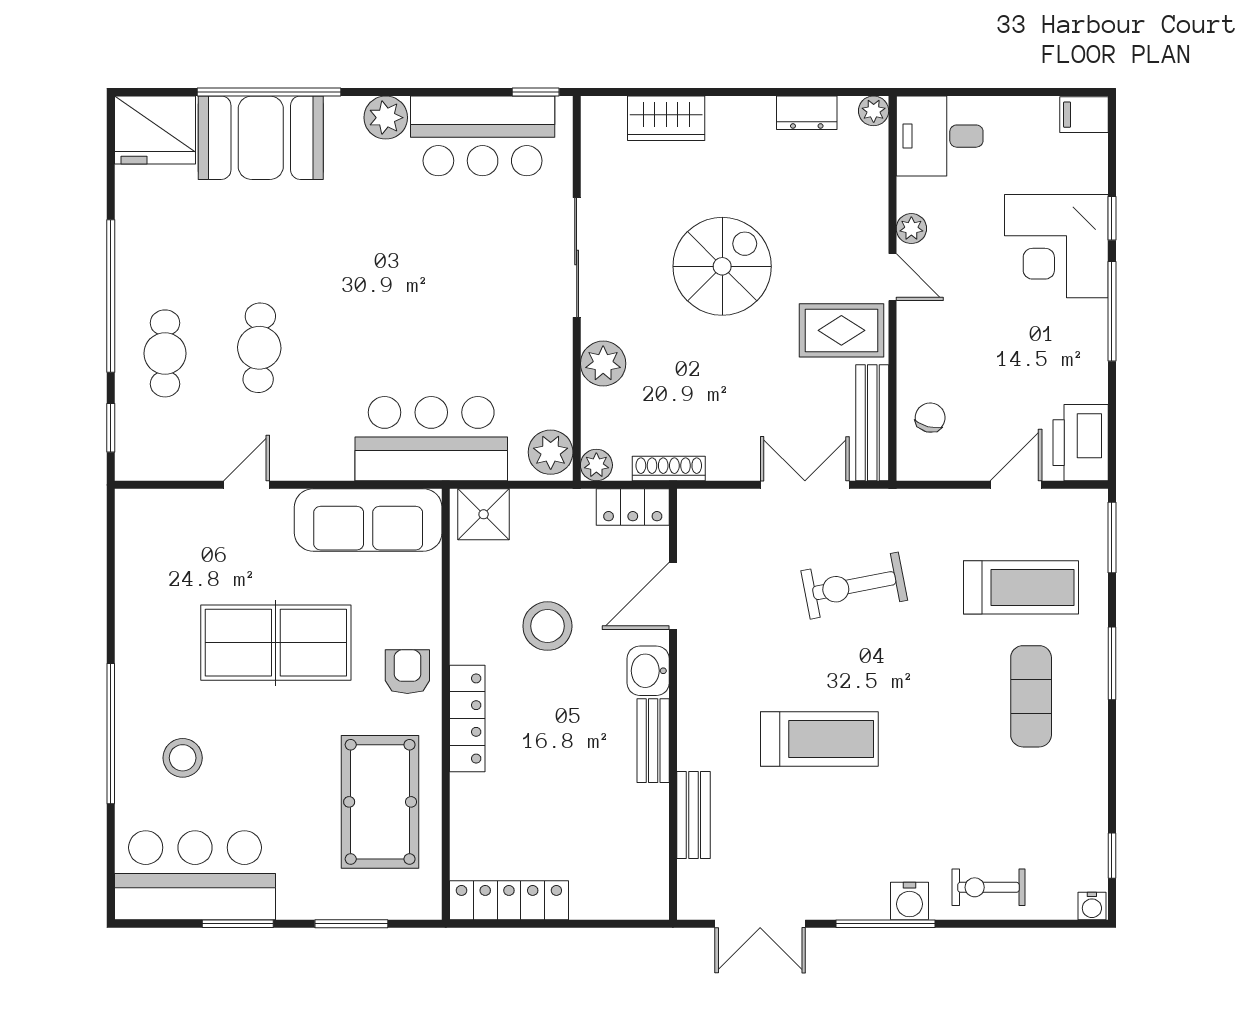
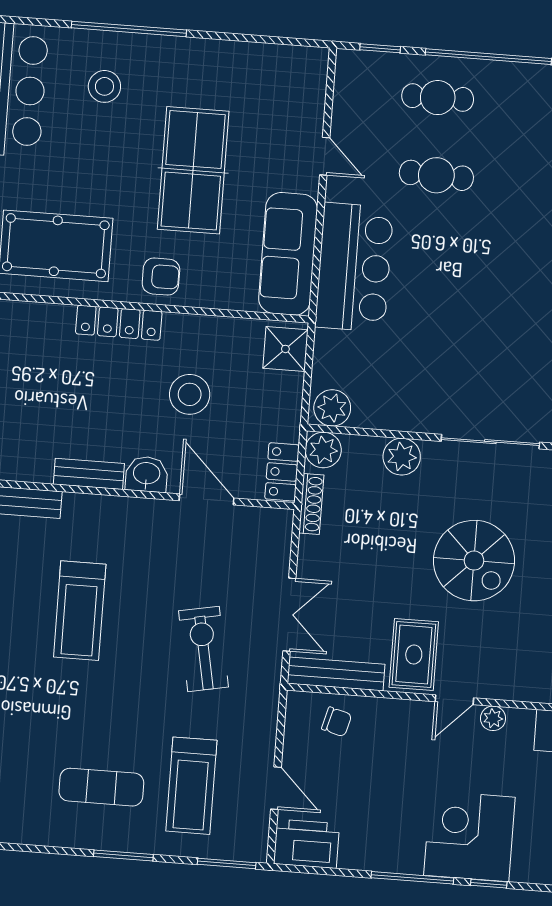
bar counter: (431, 439) -> (354, 267), moved
plant: (596, 465) -> (323, 450), width x1.38, depth x1.38

